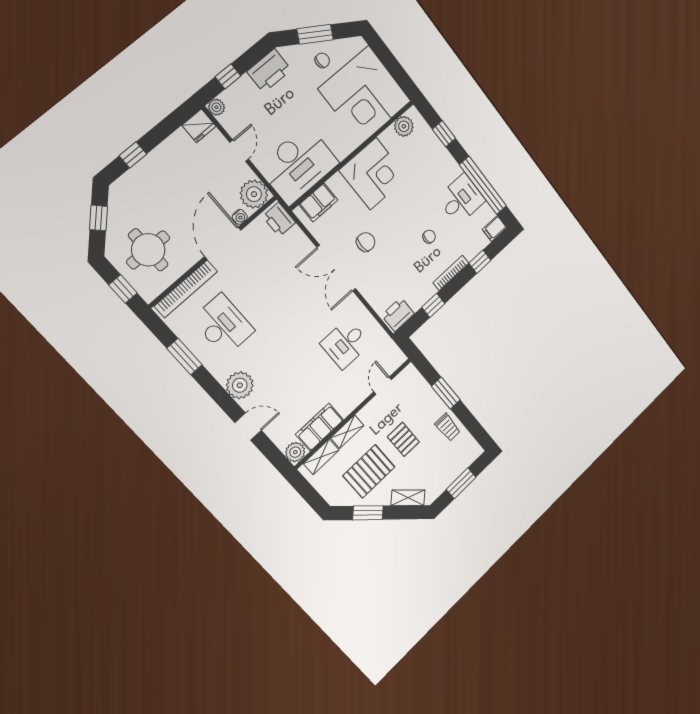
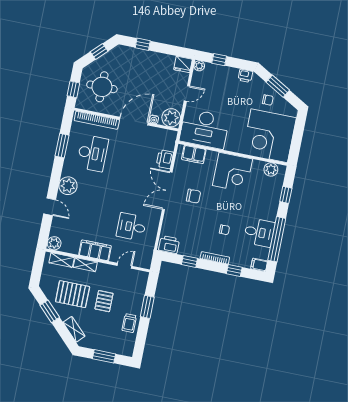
printer: (269, 71) -> (245, 76), width x0.53, depth x0.68
printer: (279, 220) -> (165, 159), moved
filing cabinet: (320, 427) -> (95, 250), moved

